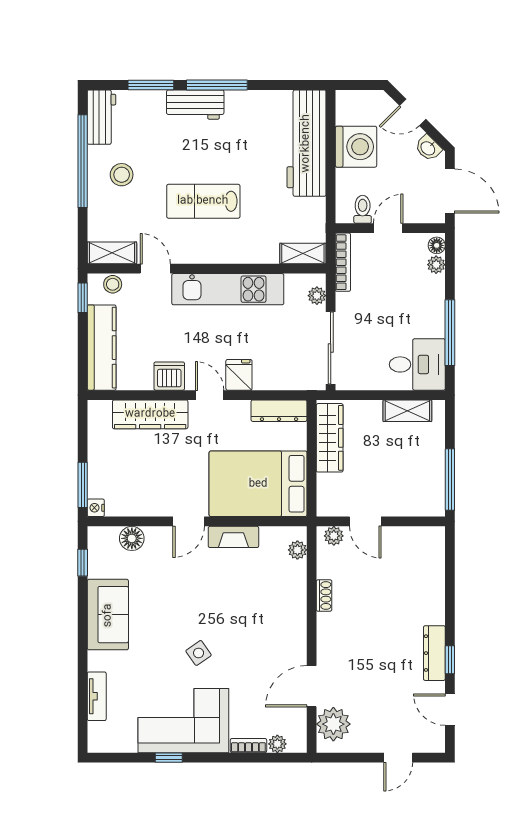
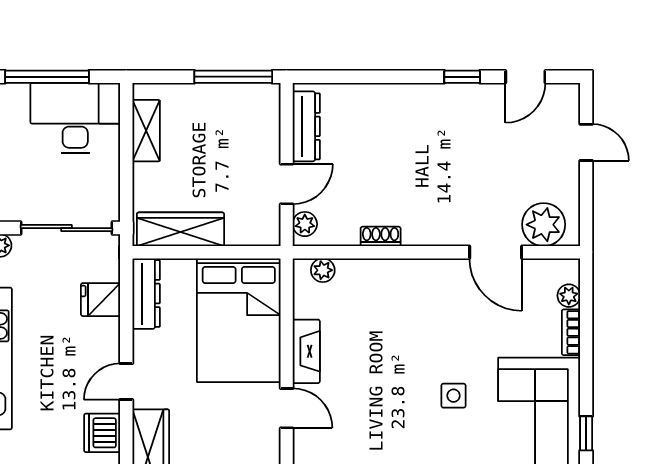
desk: (417, 364) -> (75, 118), width x1.37
fridge: (239, 375) -> (101, 300), moved
side table: (199, 653) -> (453, 396), turned 35
dresser: (434, 653) -> (306, 126), moved, turned -90

